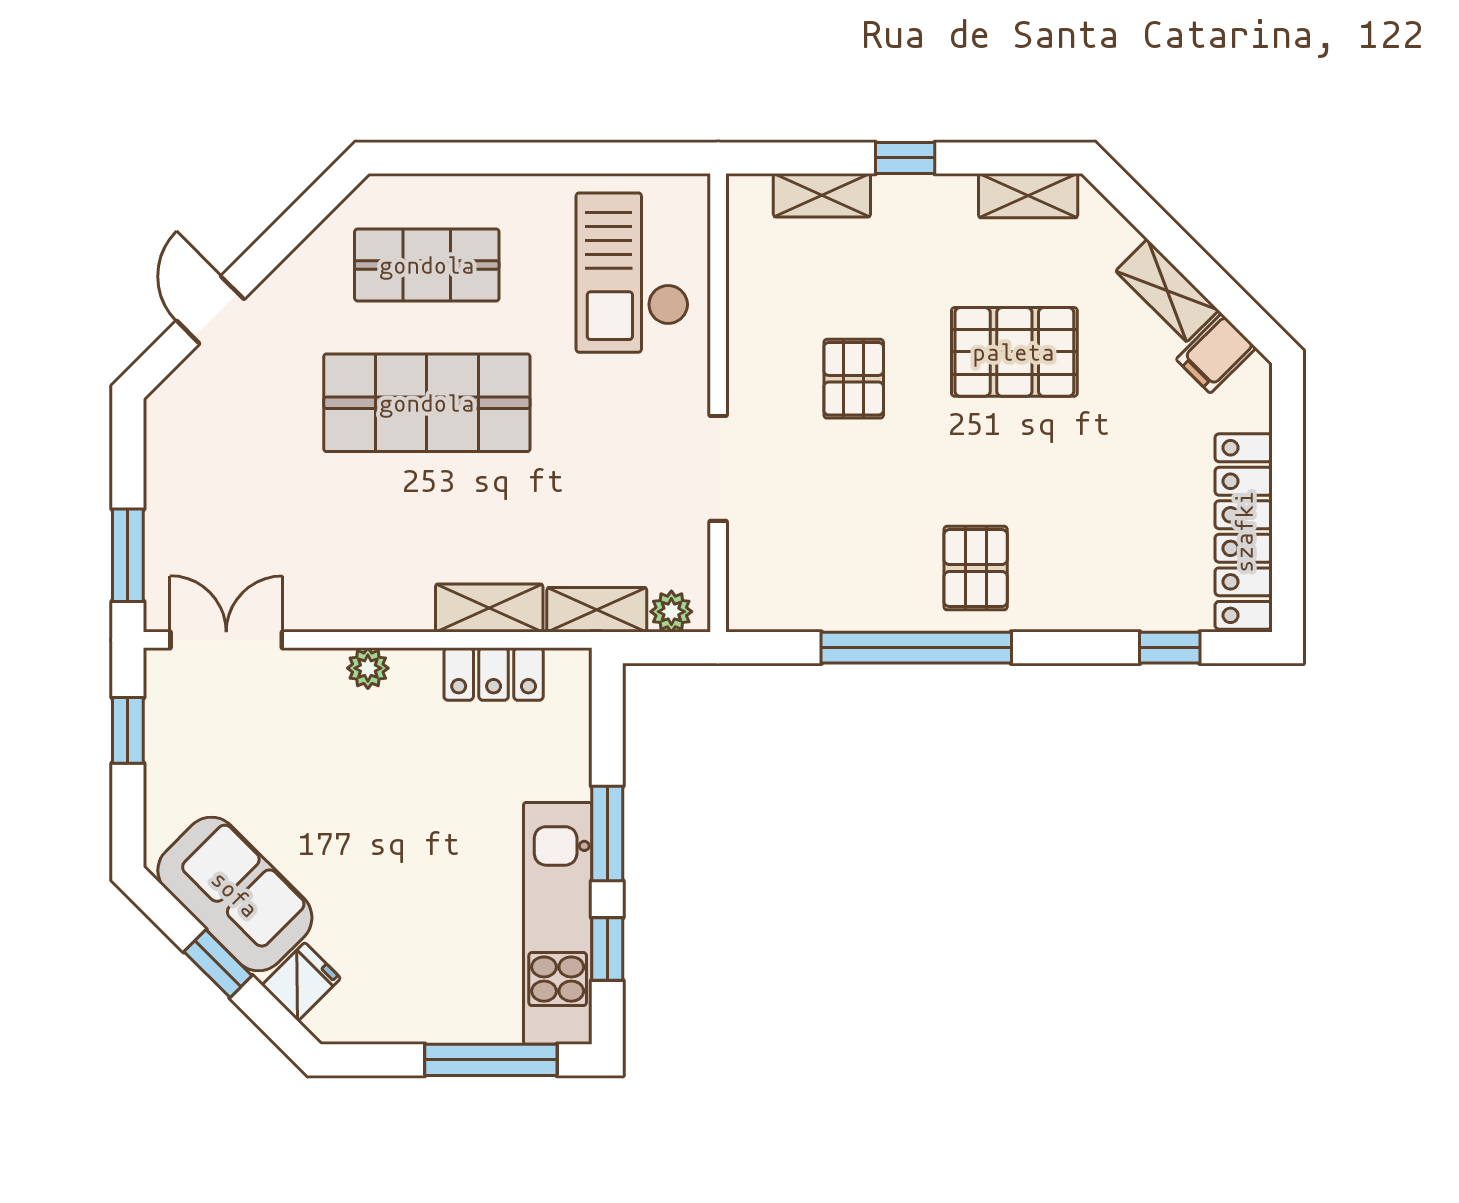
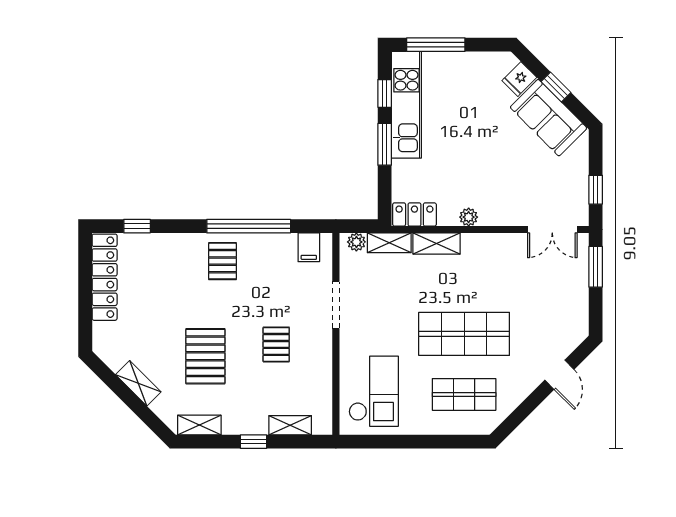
pallet: (1014, 352) -> (205, 356), turned 90
filing cabinet: (1216, 353) -> (309, 247), moved, turned 135
plant: (368, 668) -> (469, 217), moved
locker: (494, 674) -> (414, 214), moved

